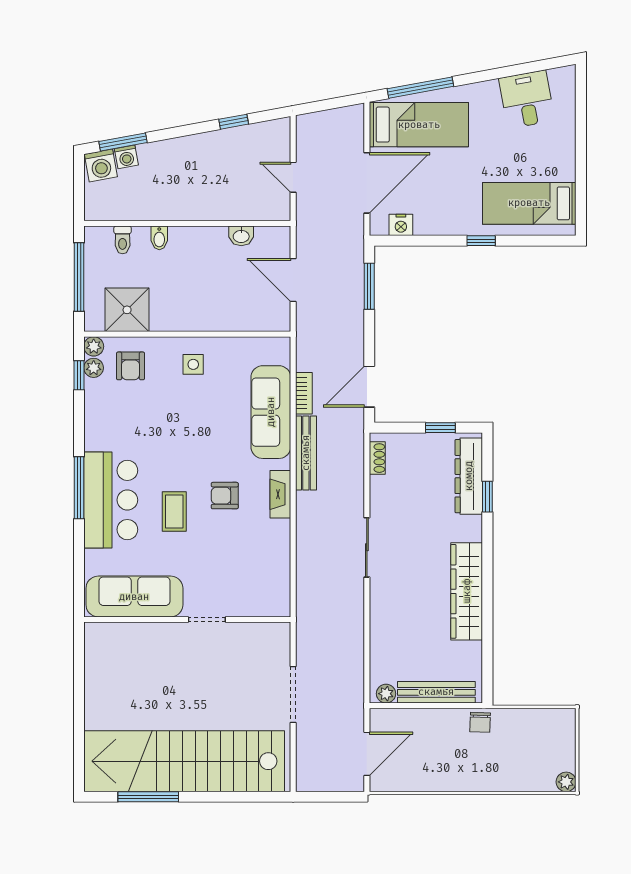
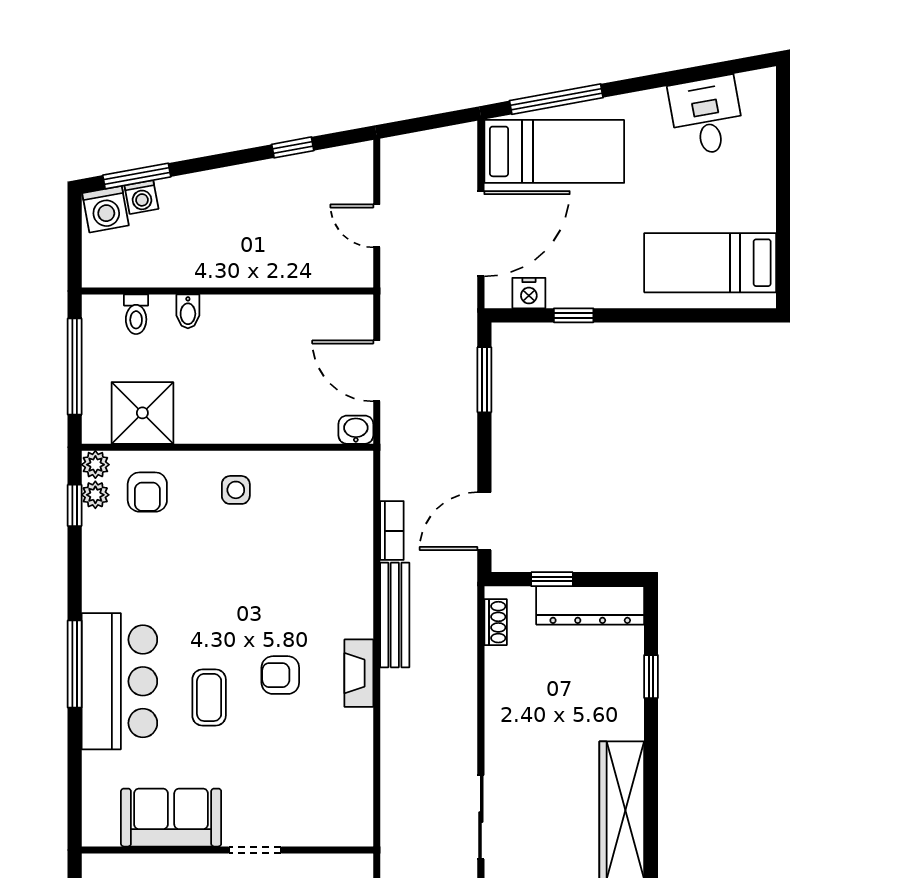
washbasin: (241, 236) -> (356, 430), moved, turned 180
window: (481, 241) -> (574, 315), moved
sofa: (271, 412) -> (345, 557), removed
window: (440, 428) -> (552, 579), moved
dresser: (469, 476) -> (590, 605), moved, turned -90
sliding door: (367, 547) -> (481, 817), moved
sofa: (134, 597) -> (171, 818), width x0.73

